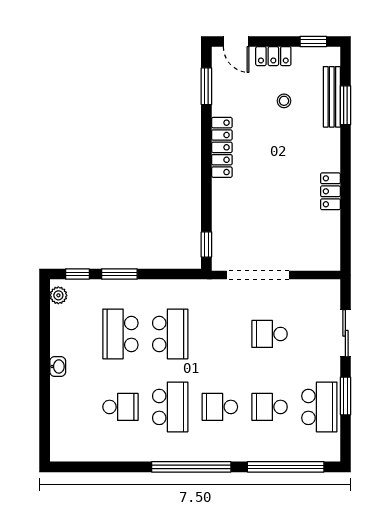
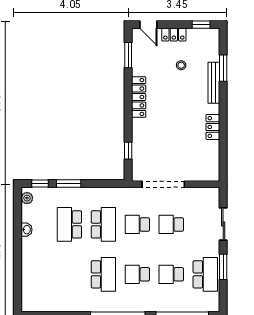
bench: (332, 97) -> (214, 83), moved
window: (206, 244) -> (128, 151), moved
washbasin: (58, 366) -> (27, 230), moved
school desk: (120, 407) -> (137, 224), moved, turned 180

